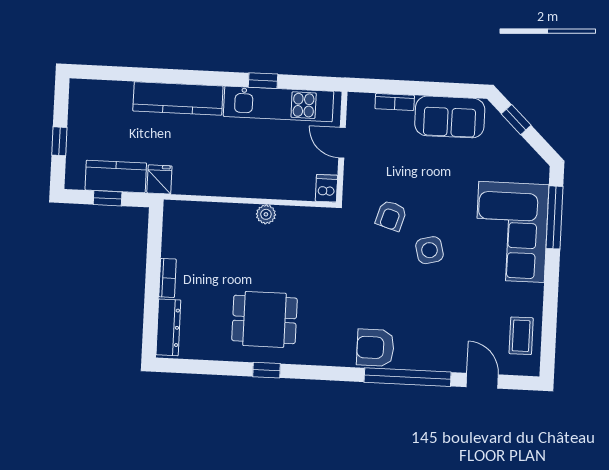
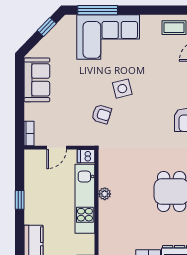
bookcase: (395, 102) -> (29, 134), moved
kitchen unit: (279, 104) -> (85, 199), moved, turned 180
window: (516, 120) -> (47, 27), moved

